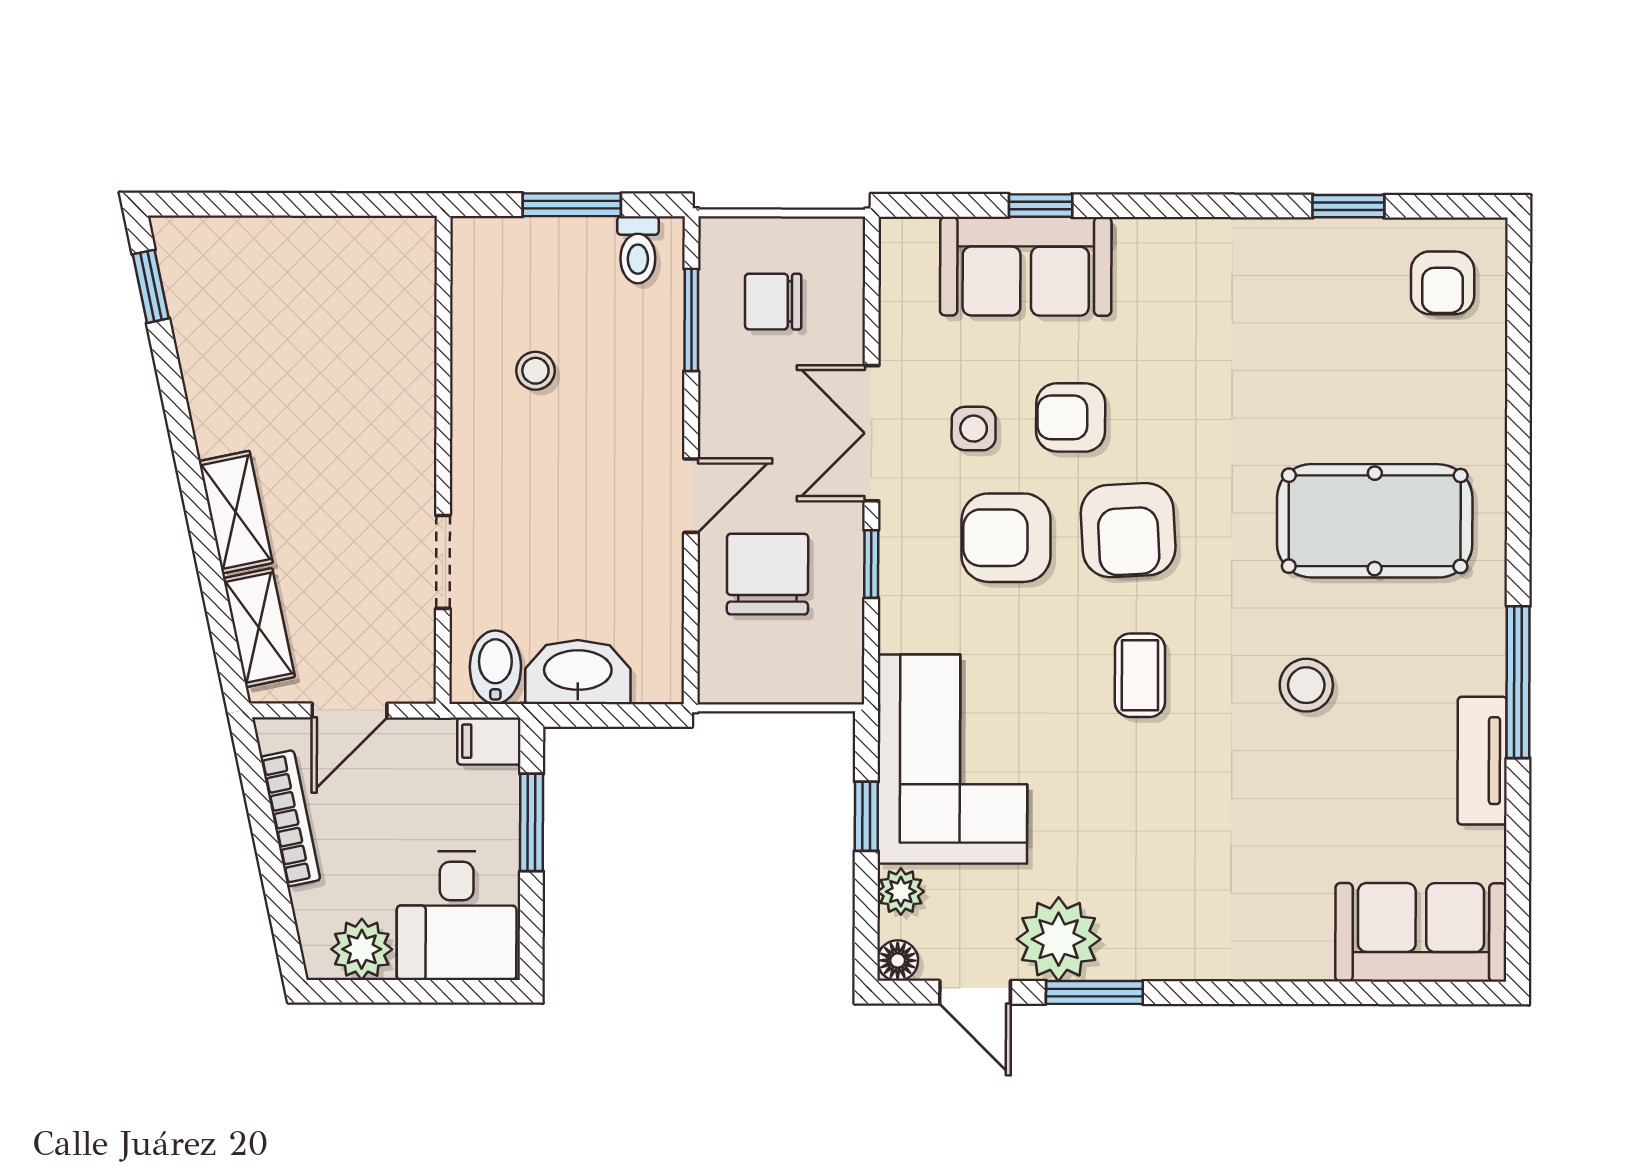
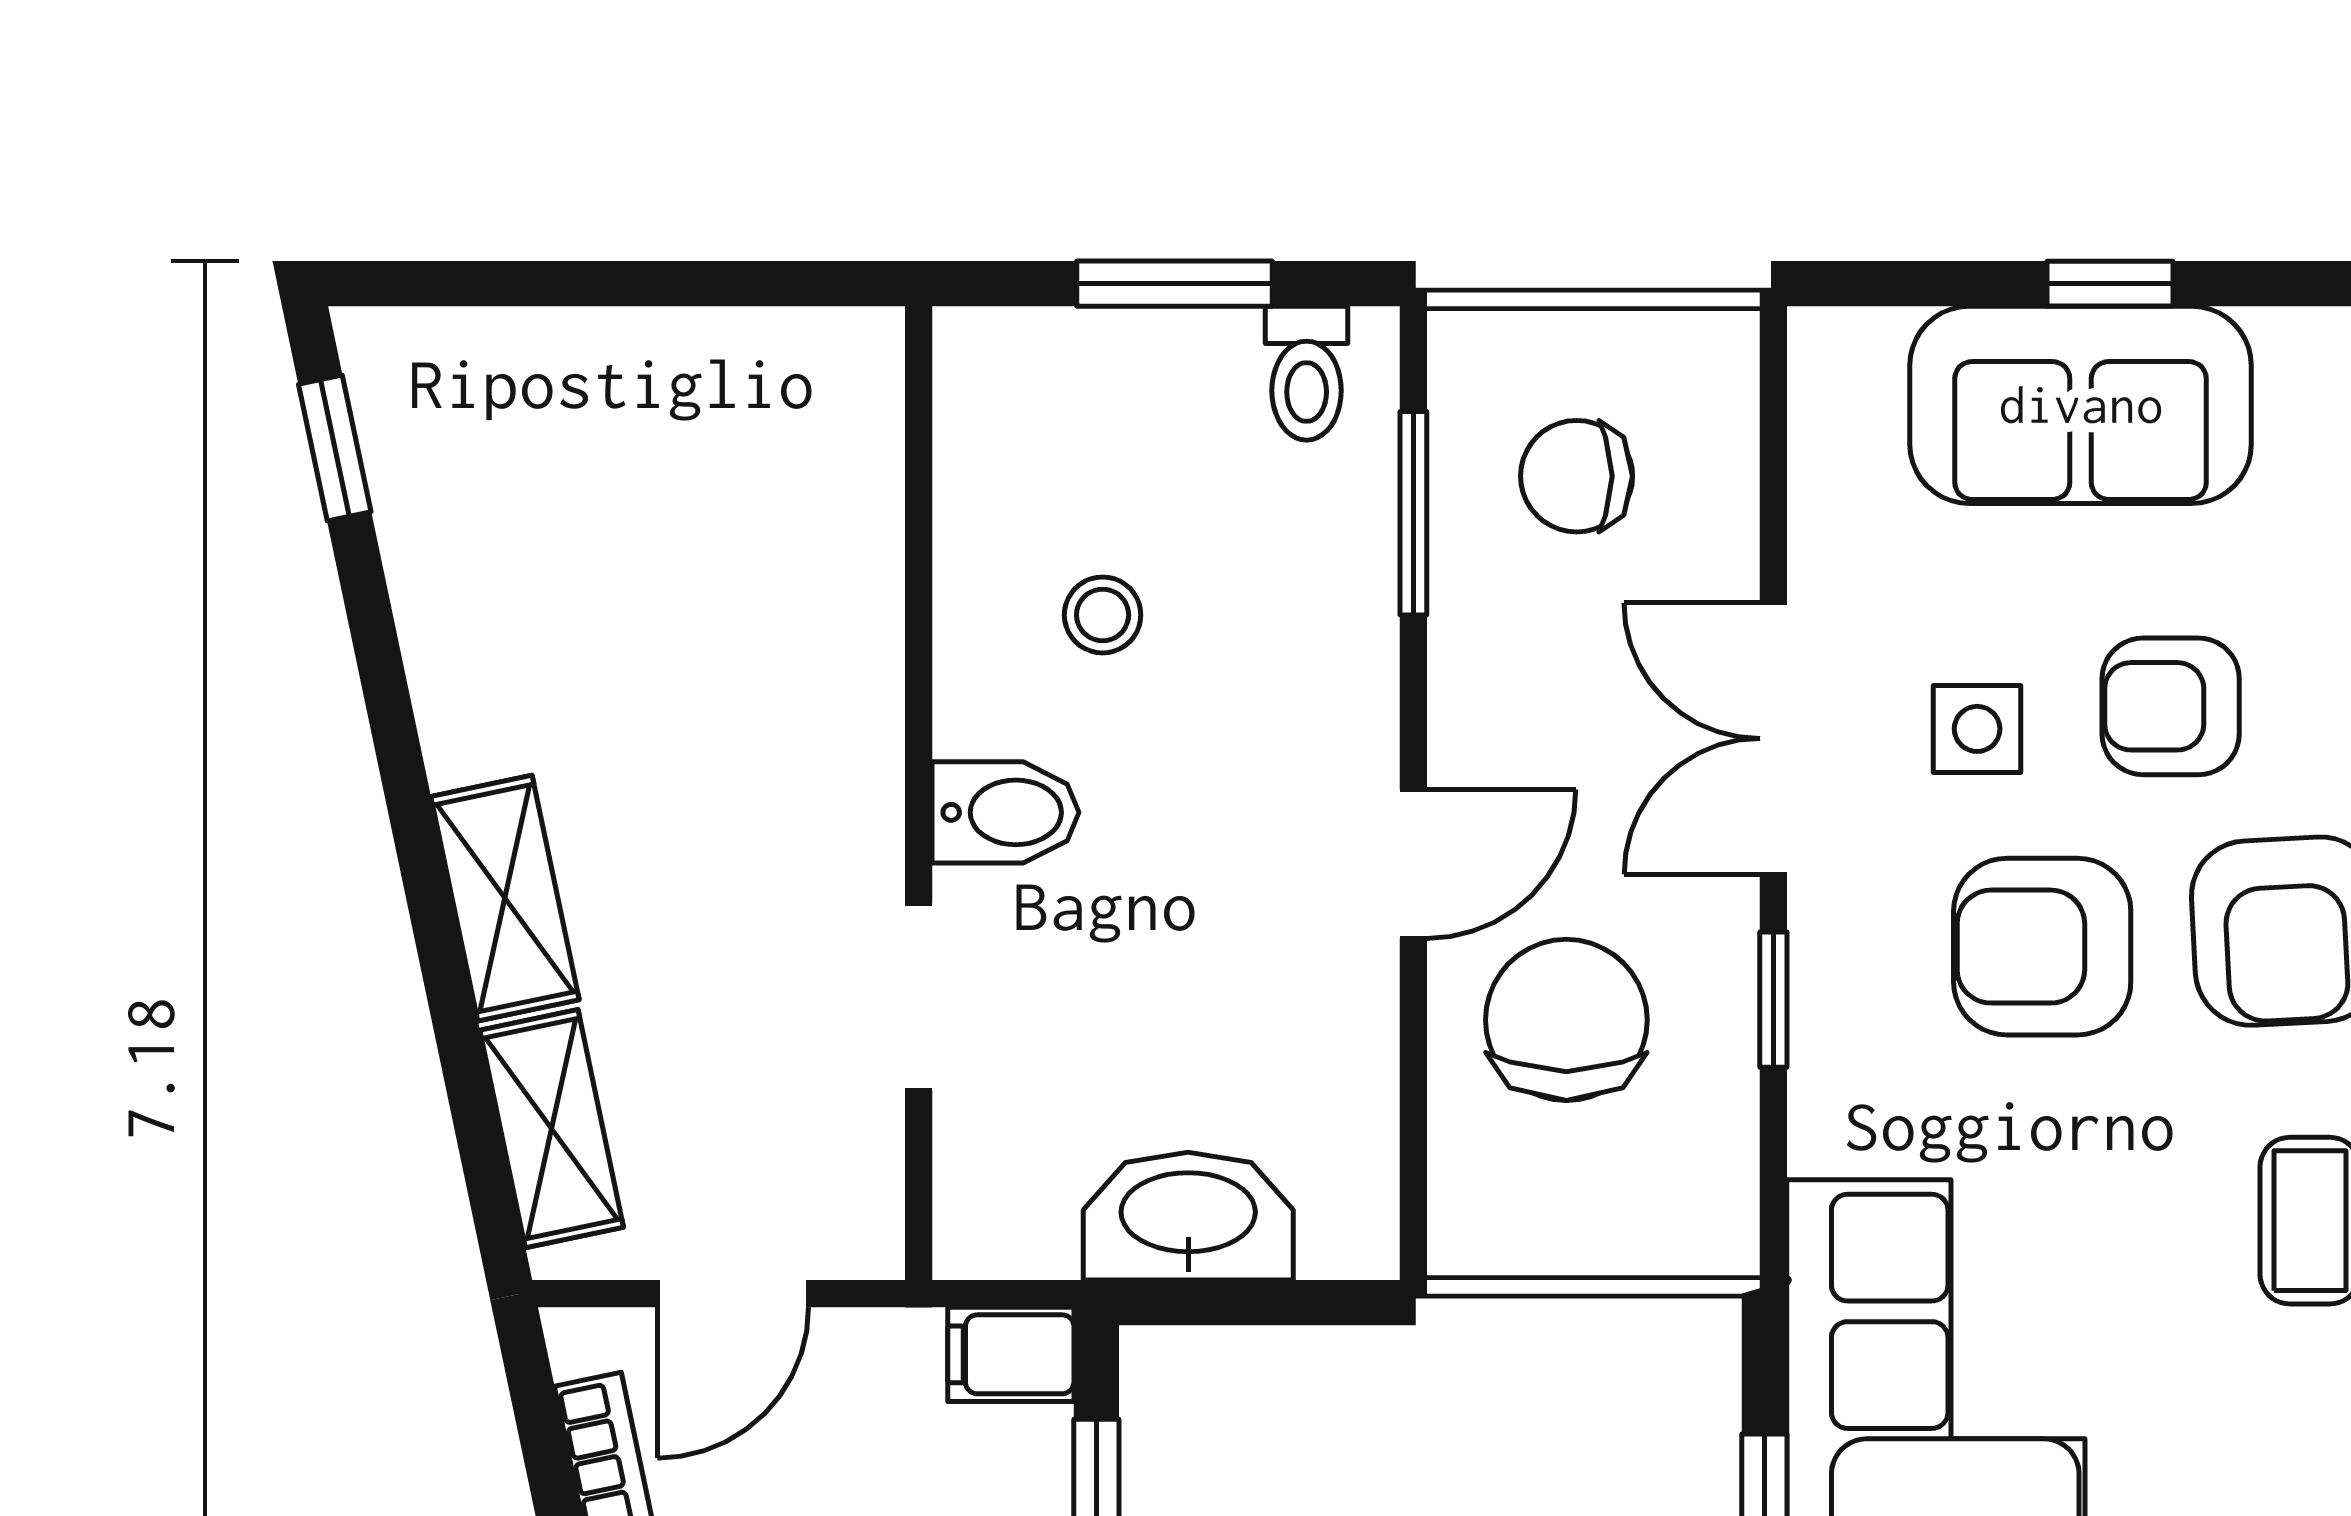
bidet: (495, 667) -> (1006, 812), moved, turned 90

